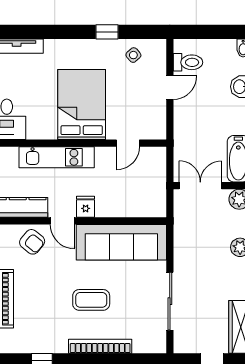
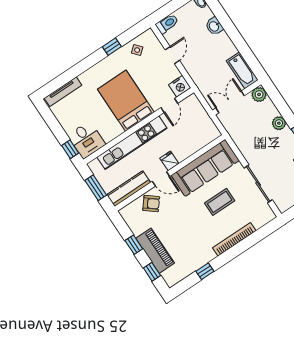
toilet: (188, 62) -> (167, 24), moved
nightstand: (154, 129) -> (180, 86), added
kitchen unit: (57, 157) -> (132, 143), width x1.36
coffee table: (91, 300) -> (220, 202), moved

